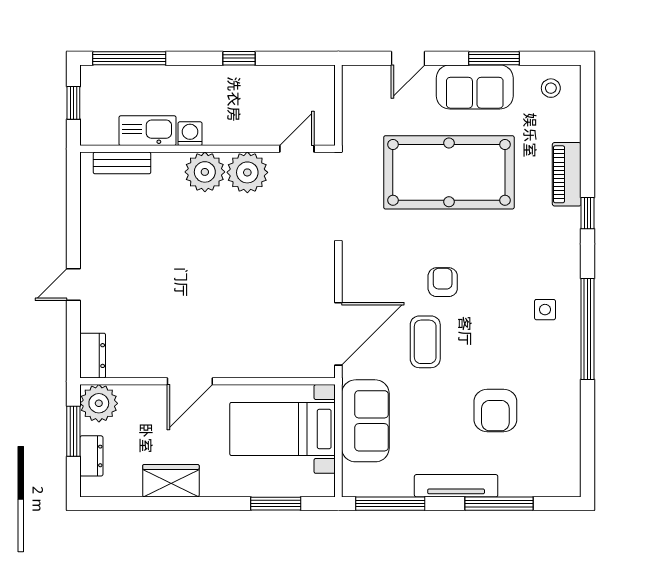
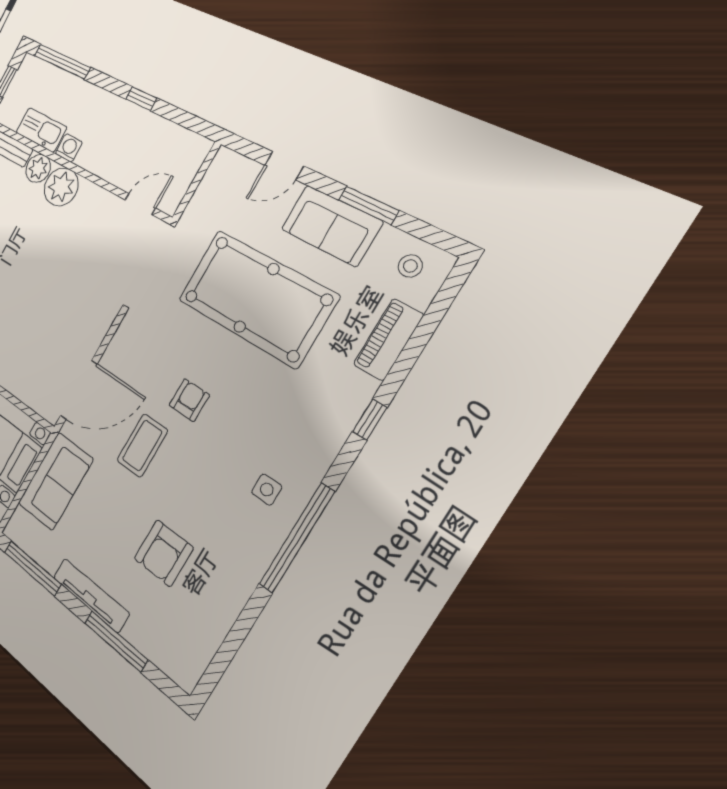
plant: (247, 172) -> (38, 168), moved, width x0.73, depth x0.73
piano: (567, 174) -> (388, 340), moved

